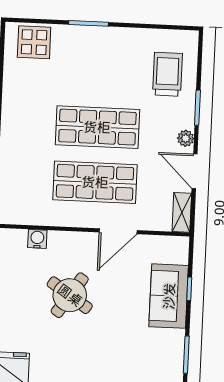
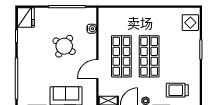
trolley: (167, 74) -> (177, 90), turned 180
door: (118, 231) -> (97, 69), hinge flipped

